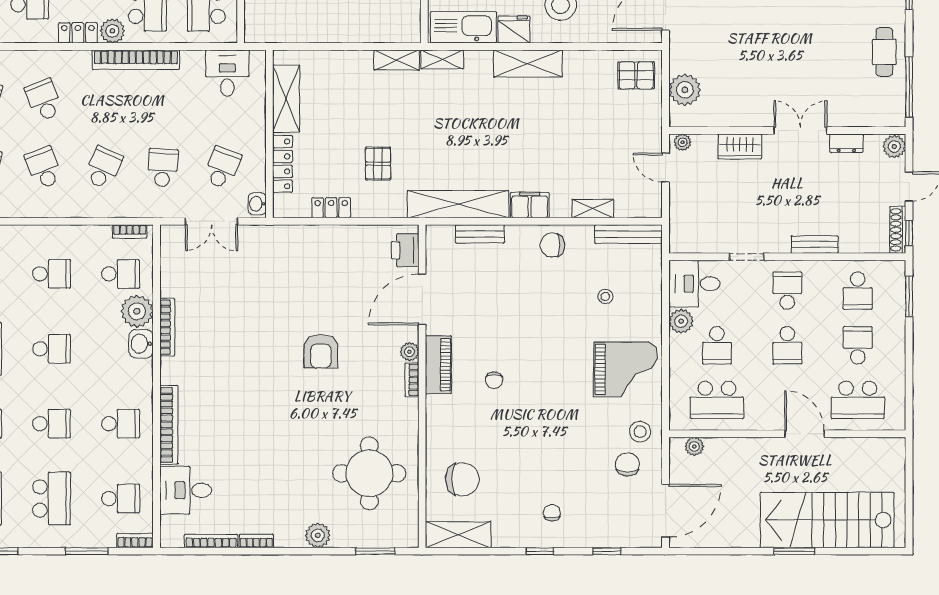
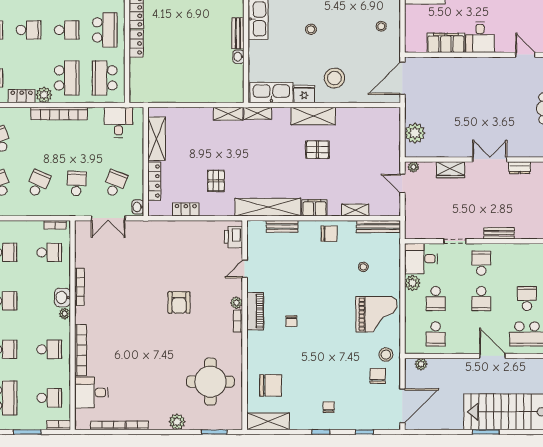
pallet: (636, 75) -> (317, 150), moved
chair: (552, 245) -> (329, 234), turned 180
school desk: (858, 291) -> (527, 263), removed
door: (422, 300) -> (245, 269), width x0.53
plant: (137, 311) -> (65, 314), moved, width x0.53, depth x0.53
school desk: (717, 400) -> (436, 334), width x0.54

